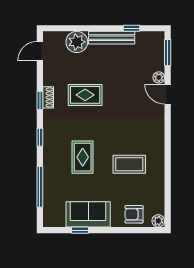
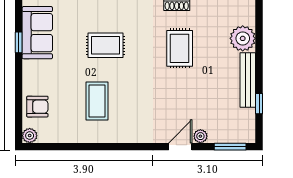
sofa: (88, 214) -> (37, 33), moved
armchair: (134, 214) -> (37, 107), turned 90

